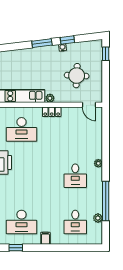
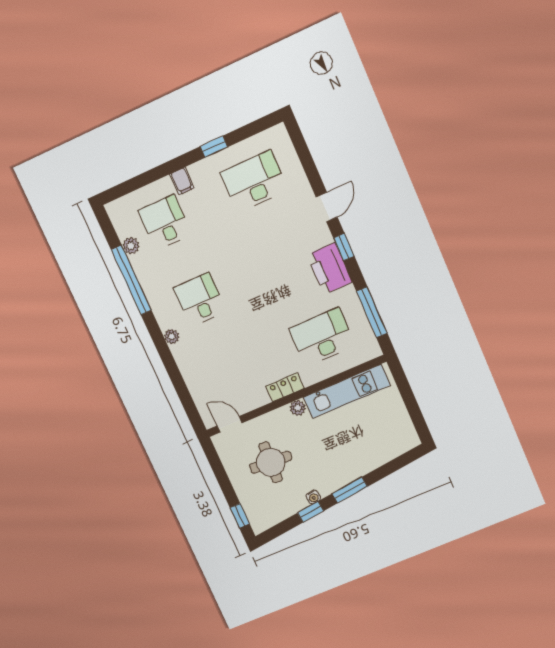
filing cabinet: (45, 238) -> (182, 181), moved
window: (16, 248) -> (214, 147), moved

